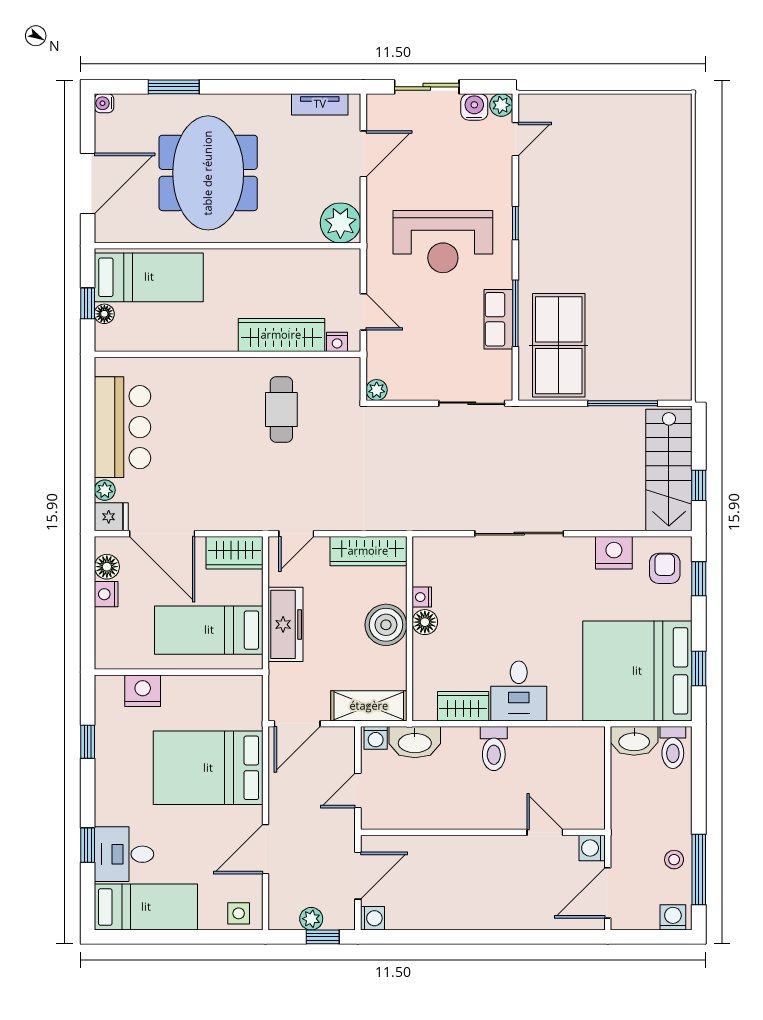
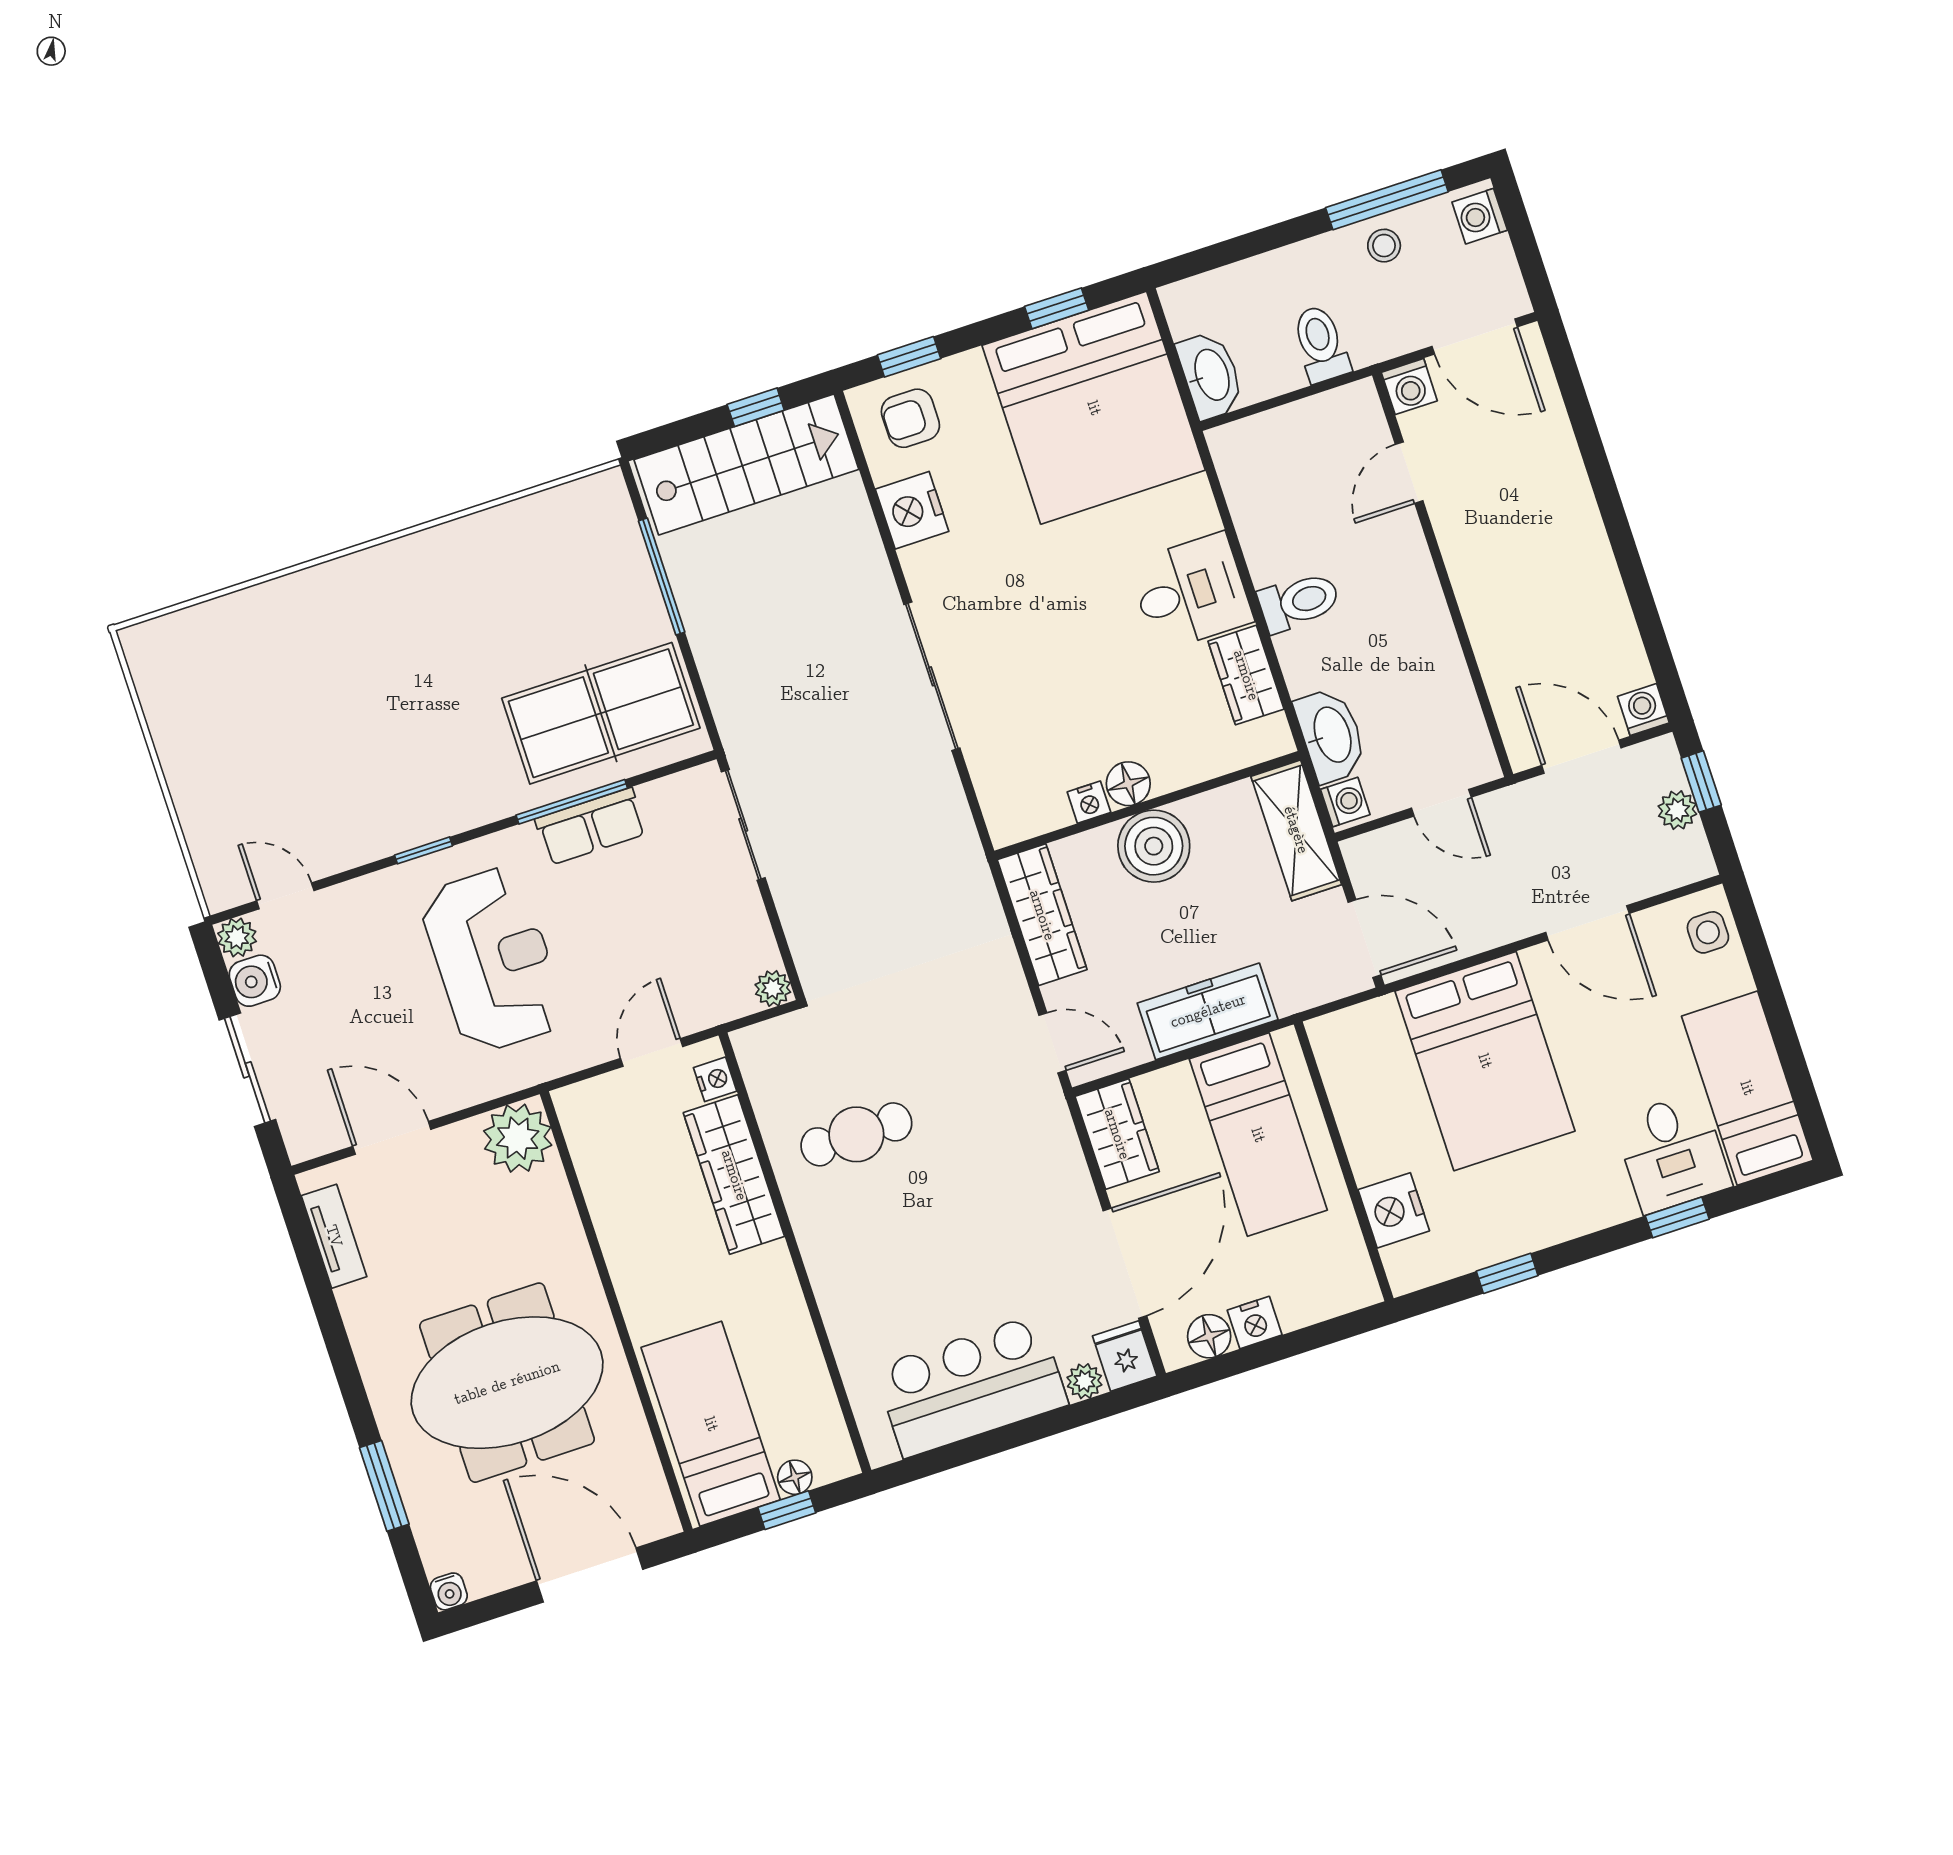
toilet: (673, 748) -> (1321, 344), moved, turned -90

